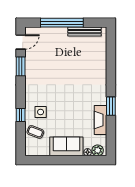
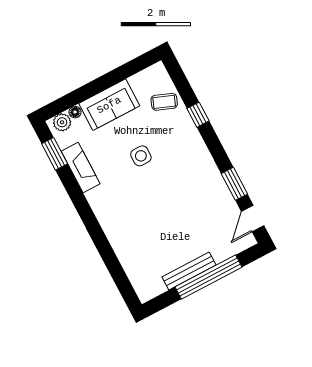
bench: (85, 32) -> (189, 271), moved
window: (111, 106) -> (55, 154), moved
side table: (41, 112) -> (141, 156), moved

